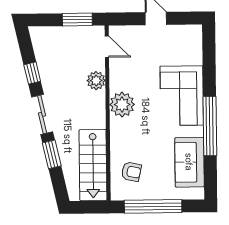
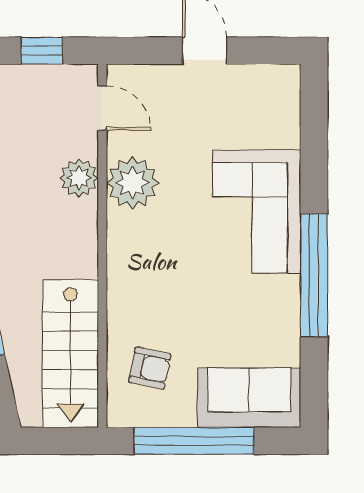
window: (77, 19) -> (42, 51), width x0.67
plant: (122, 105) -> (132, 183), moved
sofa: (189, 162) -> (249, 398), moved, turned 90

